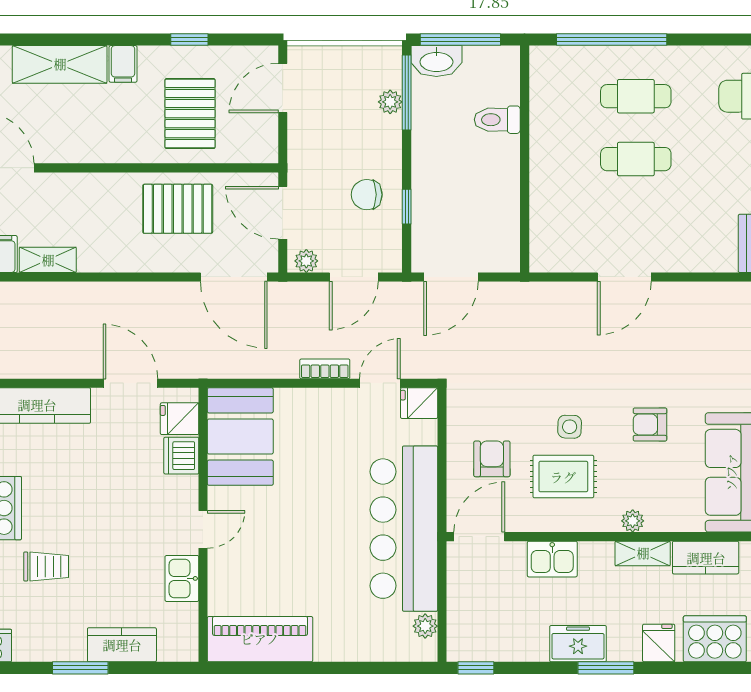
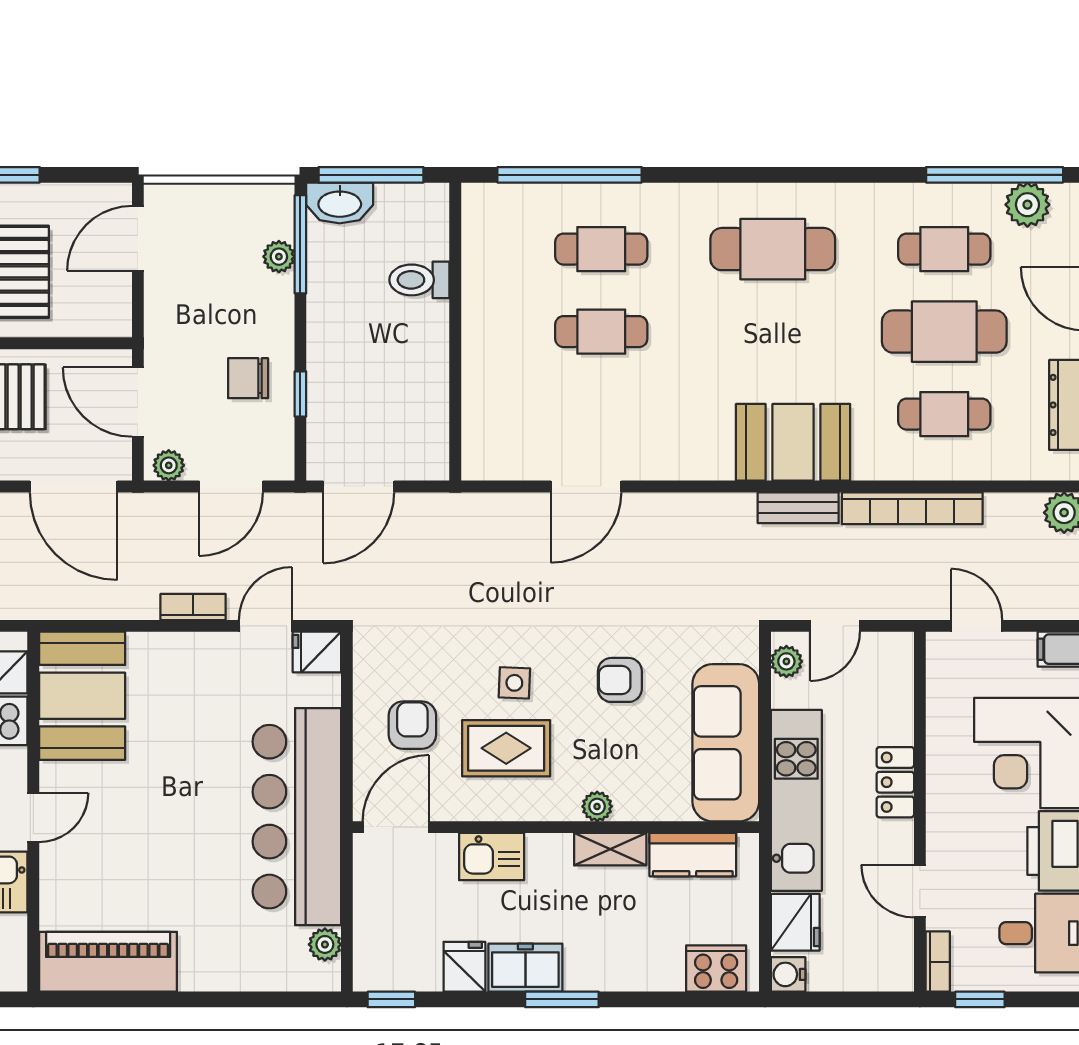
cooker: (715, 639) -> (716, 969), width x0.73, depth x0.76
fridge: (659, 643) -> (464, 967), moved

